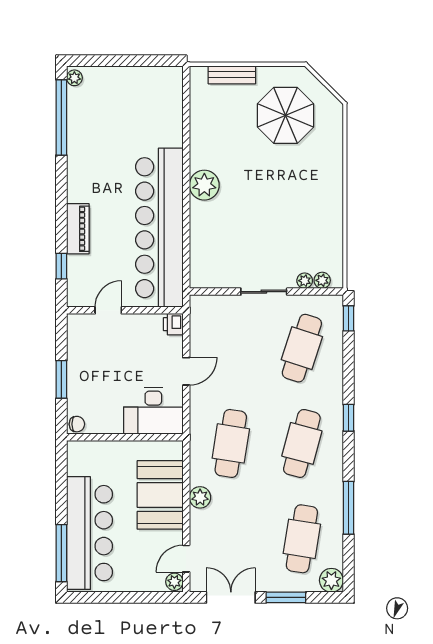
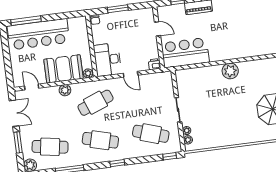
bar counter: (159, 228) -> (185, 53), width x0.54
cafe table: (231, 443) -> (96, 103), turned -30
plant: (174, 582) -> (88, 73), moved

